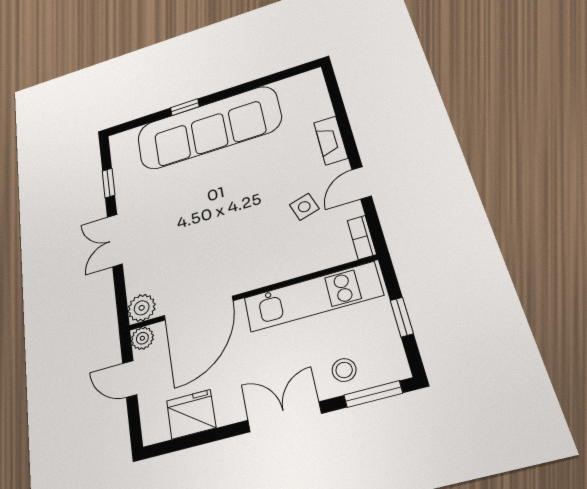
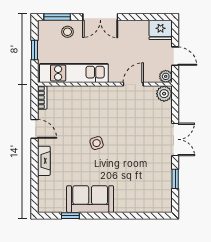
window: (185, 107) -> (70, 216), moved
sofa: (208, 128) -> (90, 199), width x0.54, depth x0.79
door: (361, 183) -> (34, 129), hinge flipped
side table: (304, 207) -> (97, 143), moved
door: (198, 308) -> (133, 84), width x0.53
fridge: (191, 414) -> (161, 30), moved

